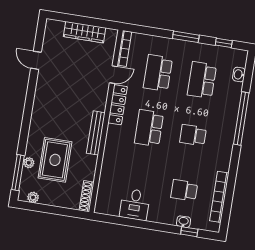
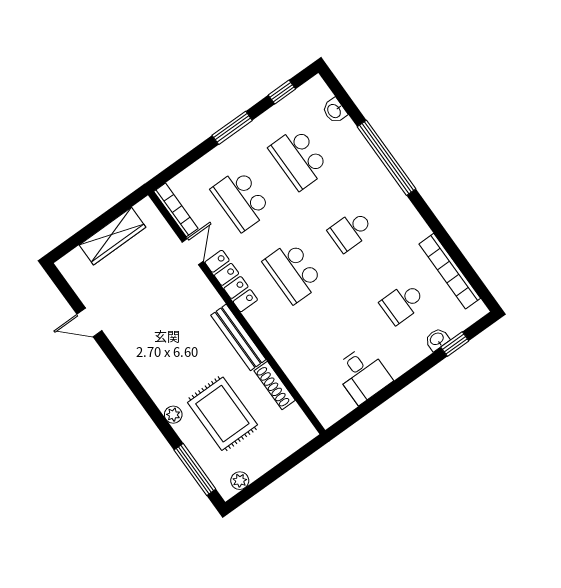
plant: (29, 163) -> (173, 415), moved
shoe rack: (87, 196) -> (275, 386), moved

